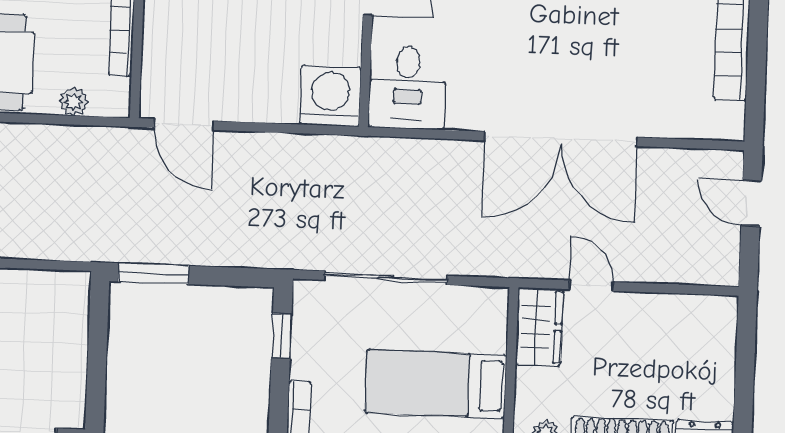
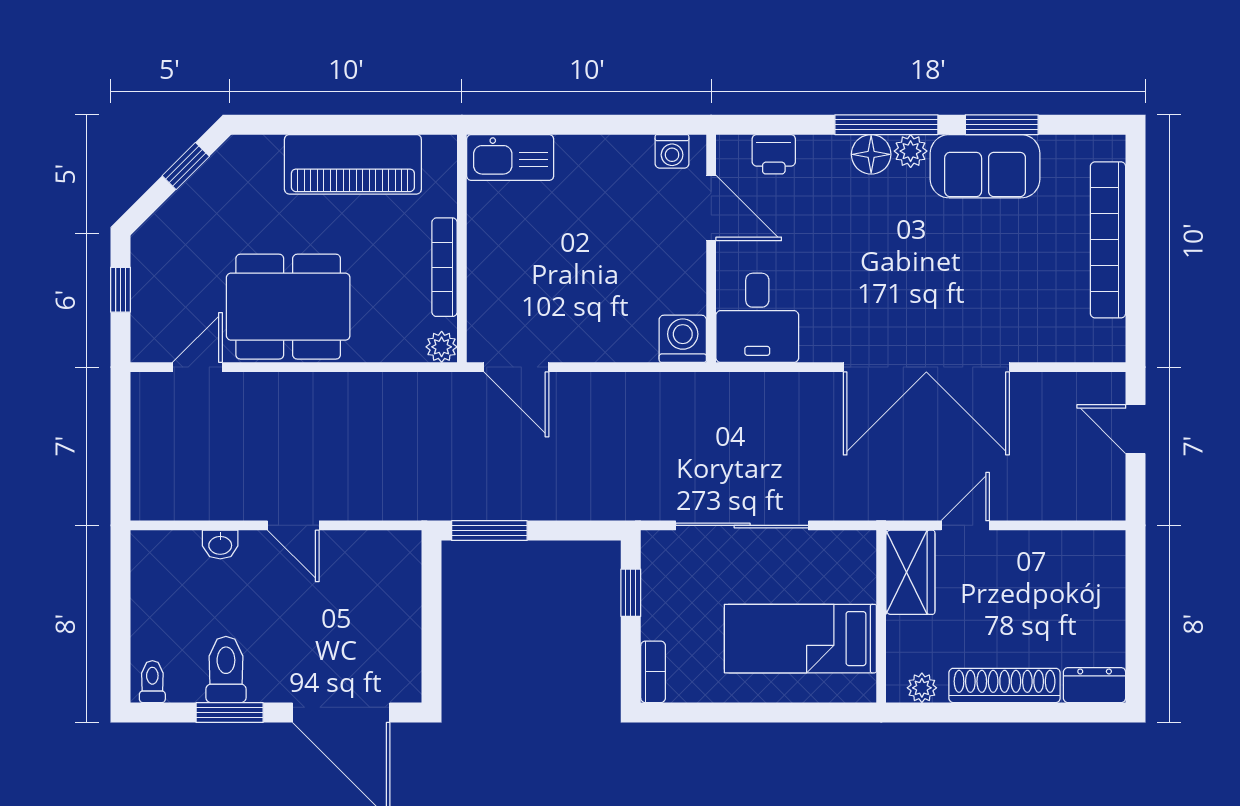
washing machine: (330, 96) -> (683, 339), width x0.73, depth x0.73
plant: (74, 101) -> (442, 347), moved
door: (591, 286) -> (965, 525), hinge flipped

